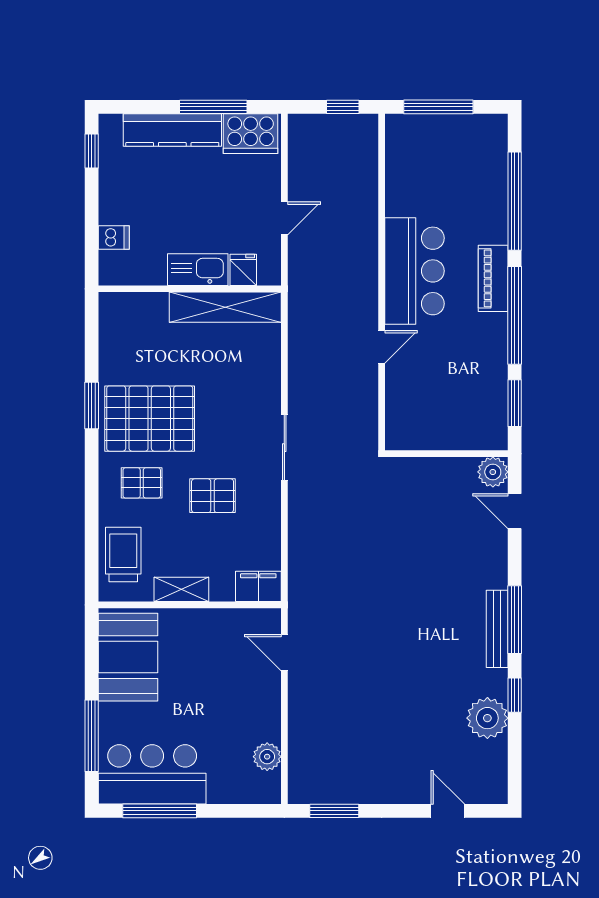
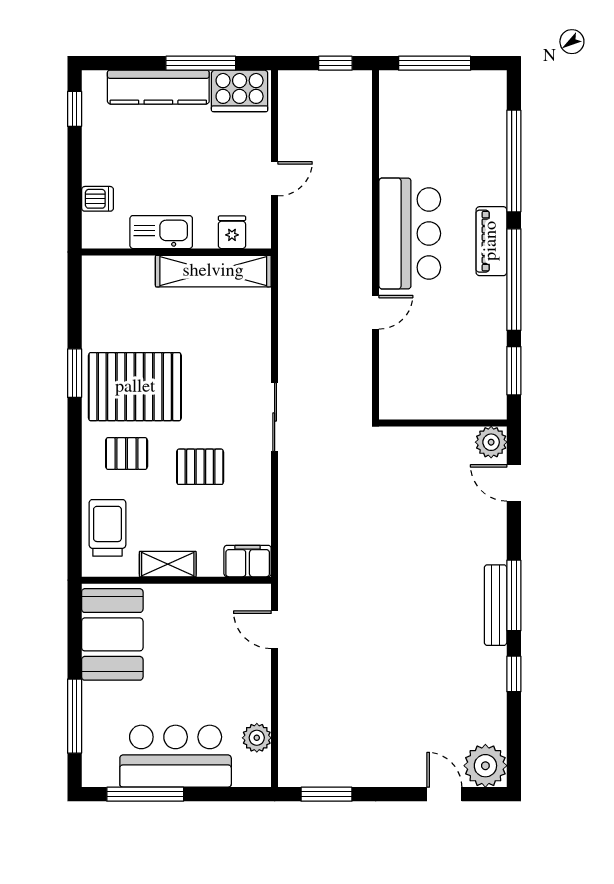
kitchen sink: (198, 270) -> (161, 232), moved
plant: (487, 718) -> (485, 766), moved
bar counter: (152, 774) -> (176, 756), moved

